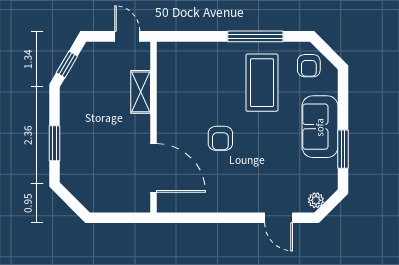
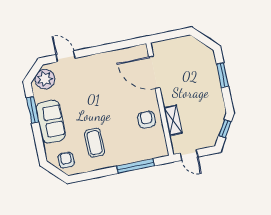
window: (255, 36) -> (136, 166), moved
coffee table: (262, 83) -> (95, 143), width x0.73, depth x0.76
armchair: (220, 138) -> (147, 120), moved
plant: (316, 200) -> (45, 79), width x1.87, depth x1.87

